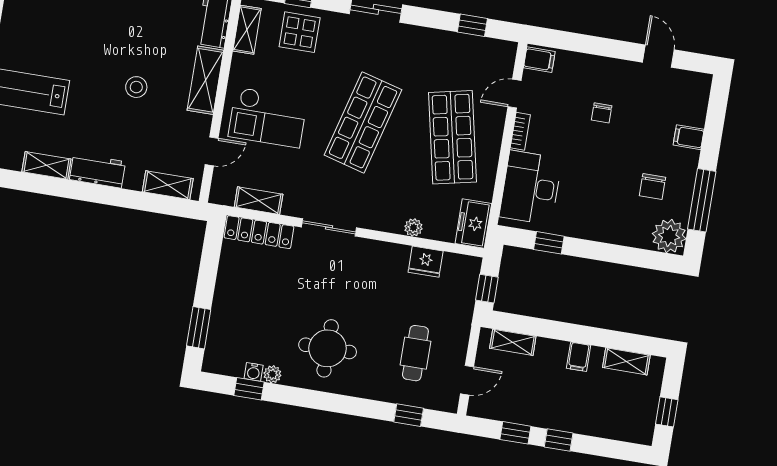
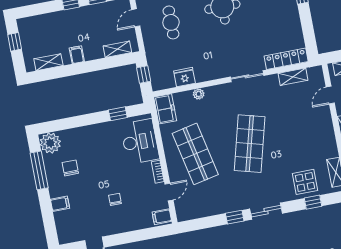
window: (472, 25) -> (235, 217), moved
checkout: (268, 117) -> (305, 126), removed

